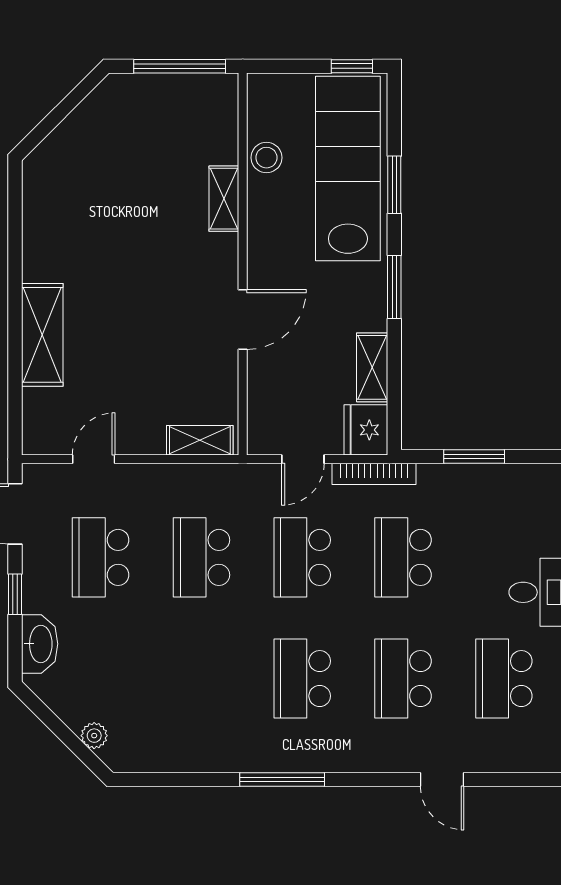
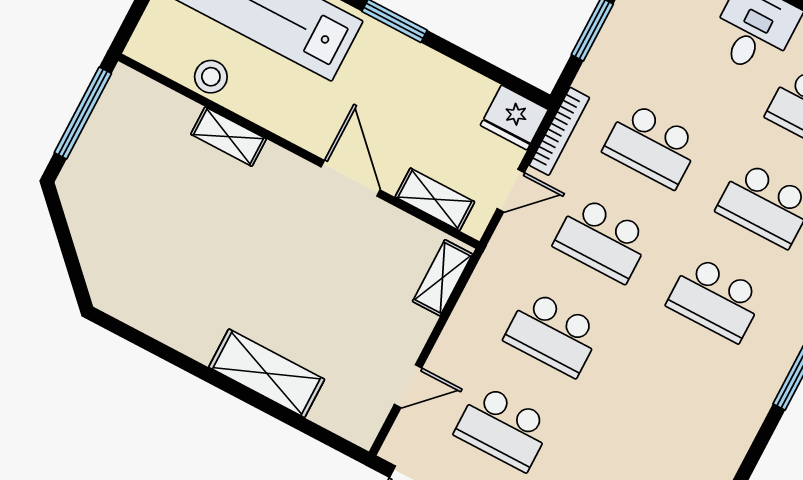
shelving: (372, 367) -> (435, 199), moved
door: (94, 459) -> (408, 386), swing flipped
door: (303, 459) -> (511, 191), hinge flipped

